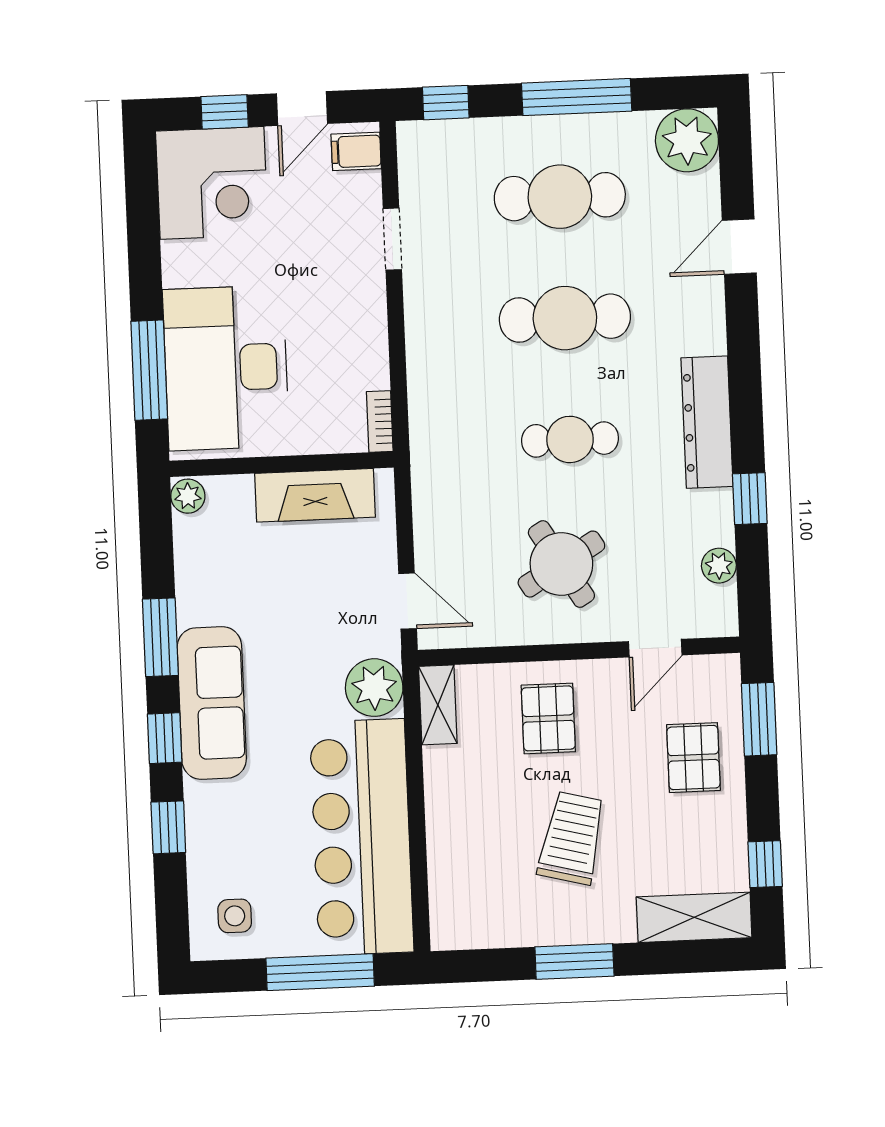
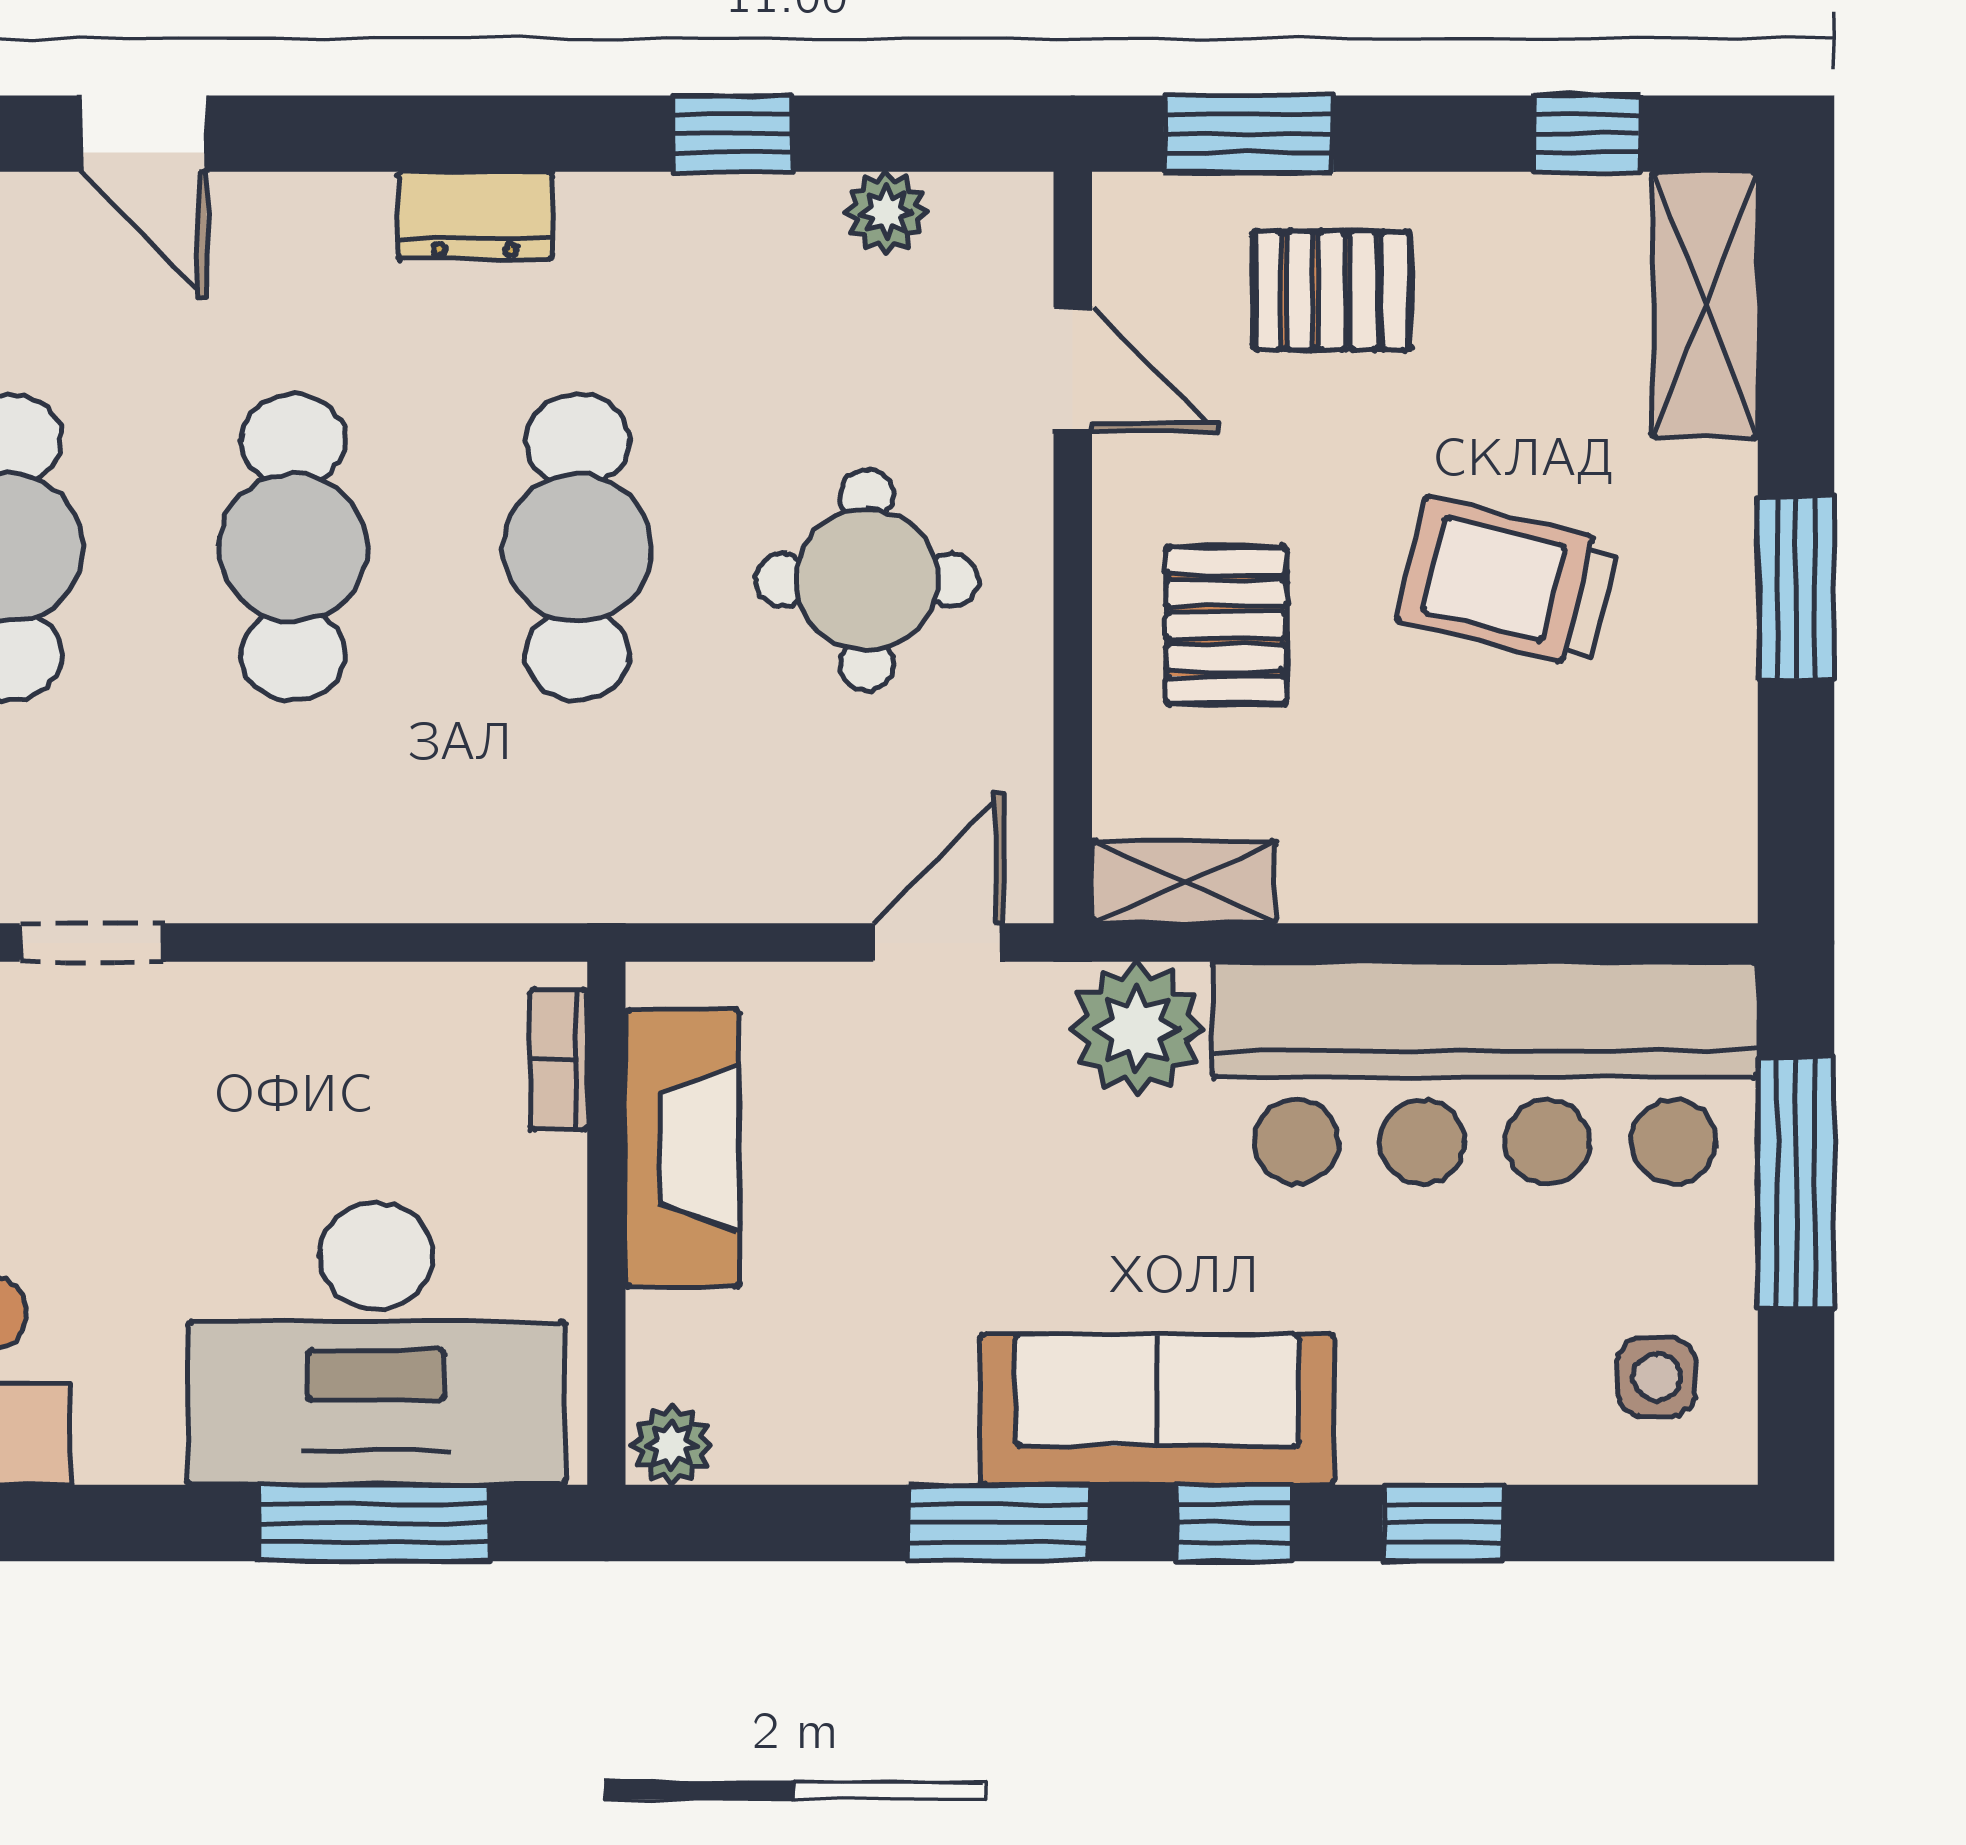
bookcase: (380, 422) -> (559, 1060), moved, turned 90
dresser: (707, 422) -> (475, 215), width x0.51, depth x0.80
cafe table: (570, 439) -> (577, 548), width x1.37, depth x1.35
round table: (561, 564) -> (867, 580), turned 31
pallet: (548, 718) -> (1226, 626), turned 90

